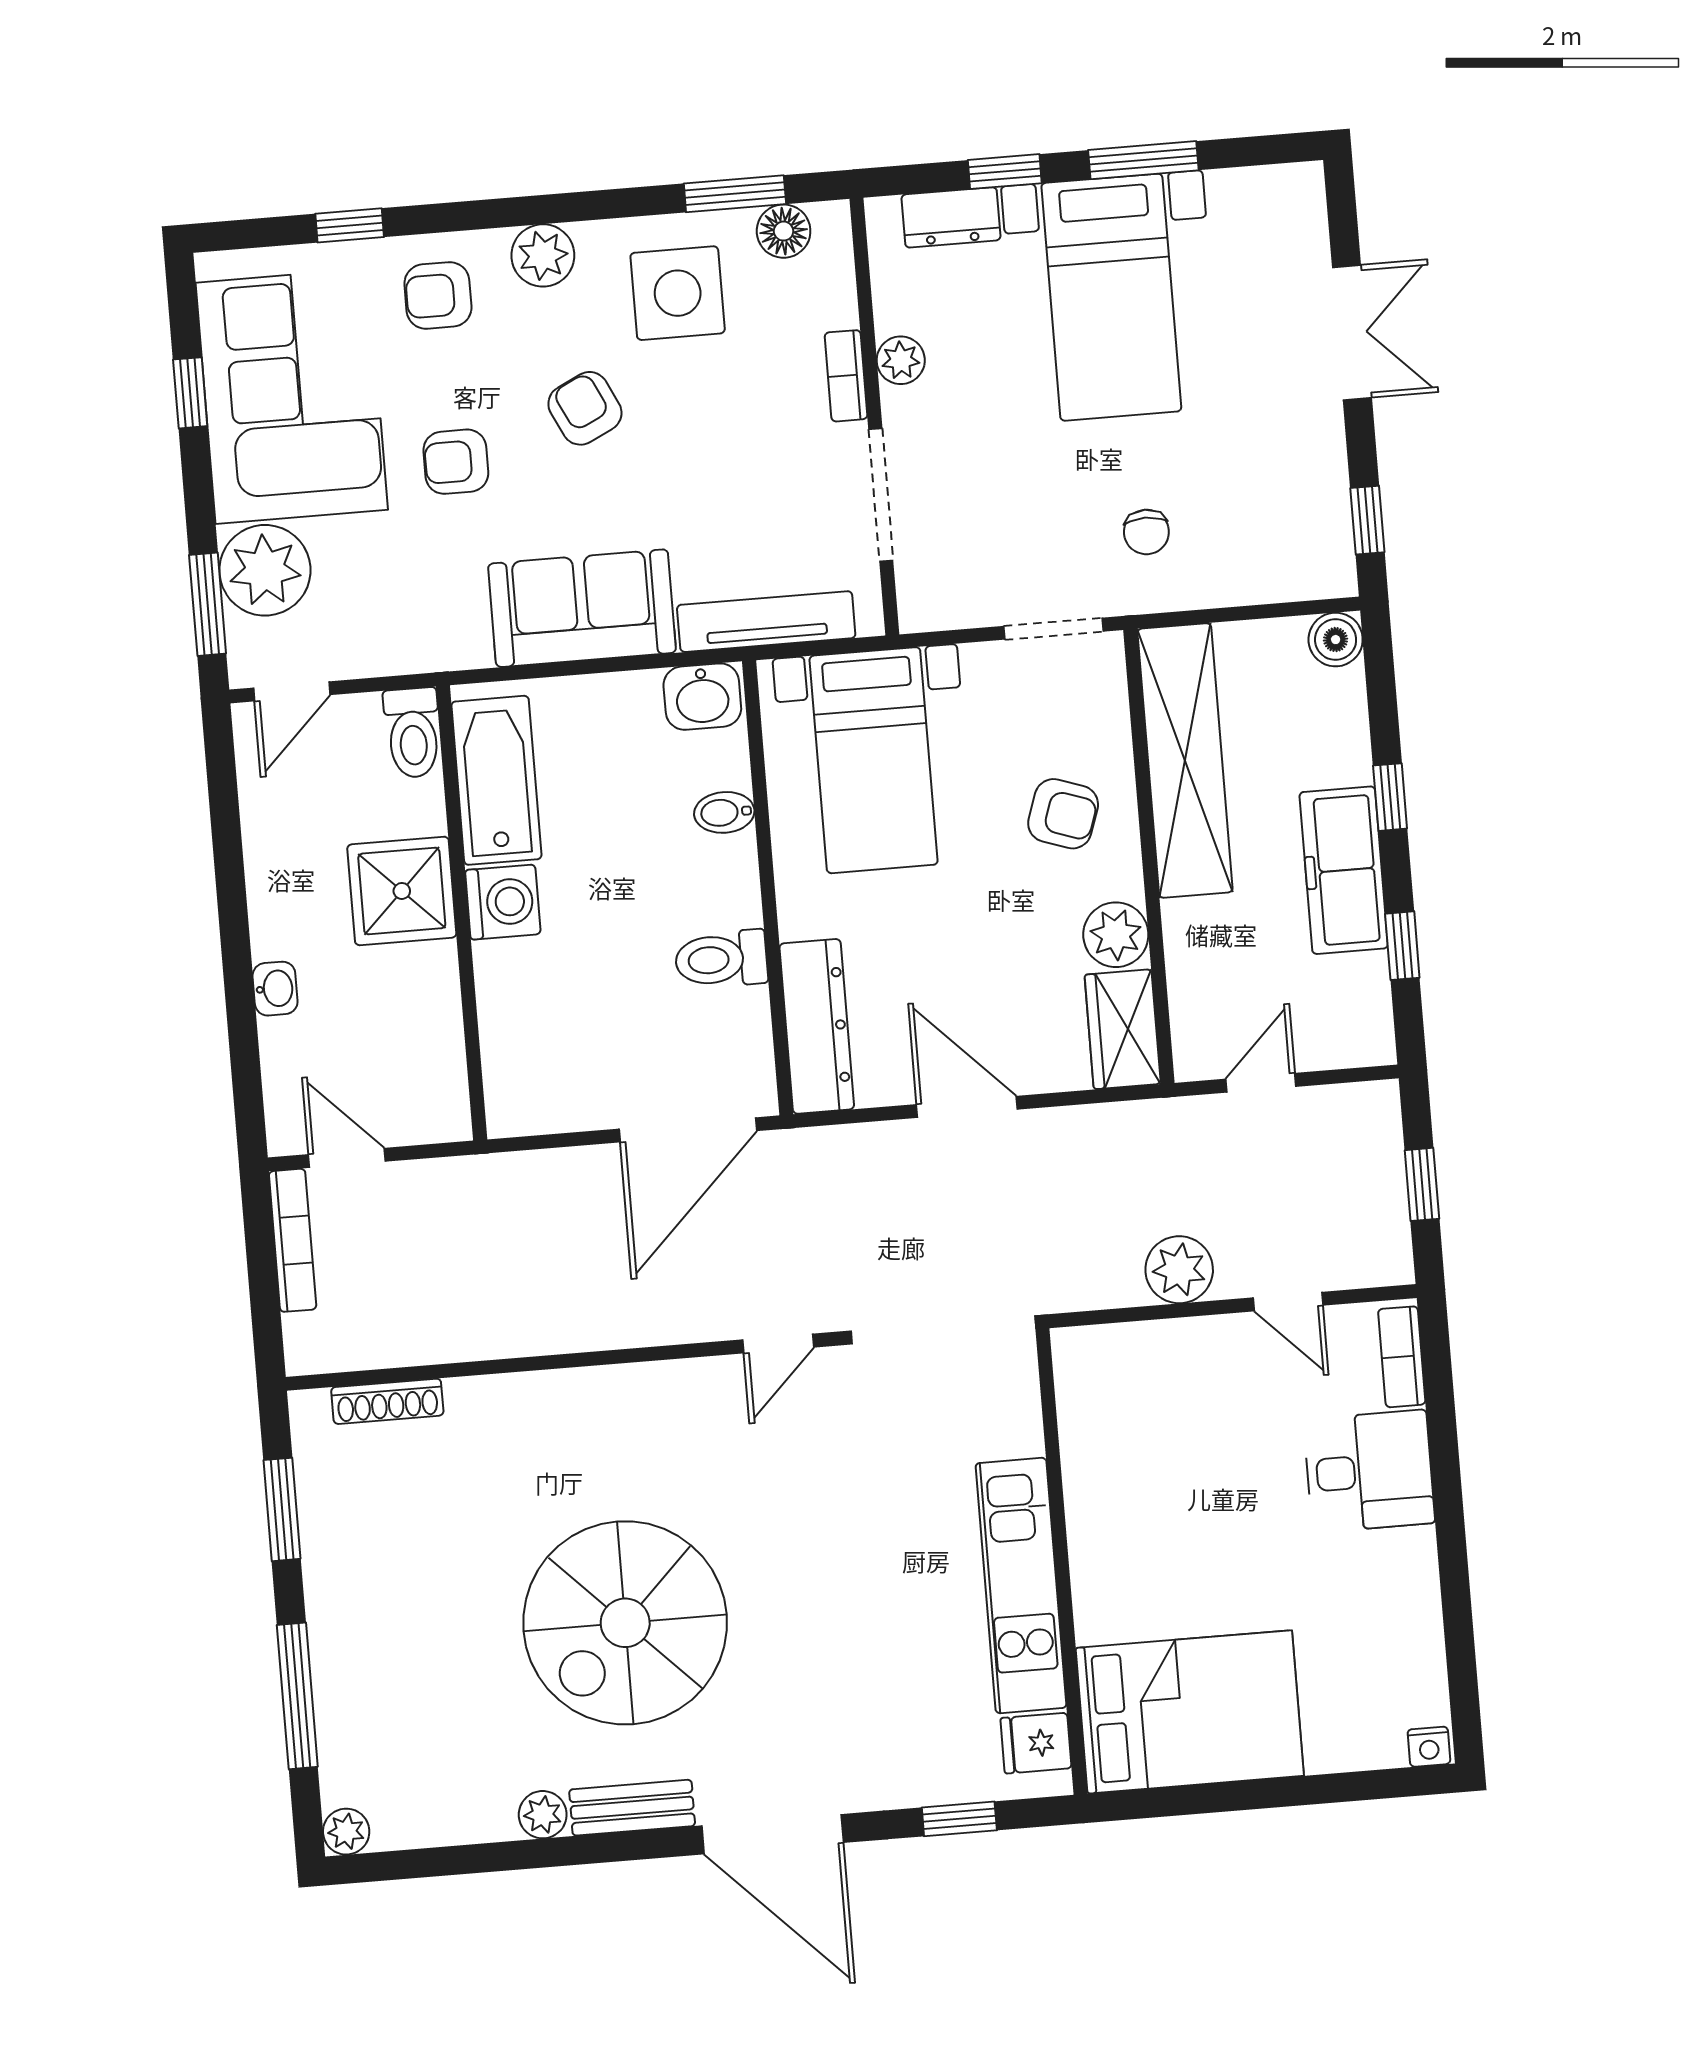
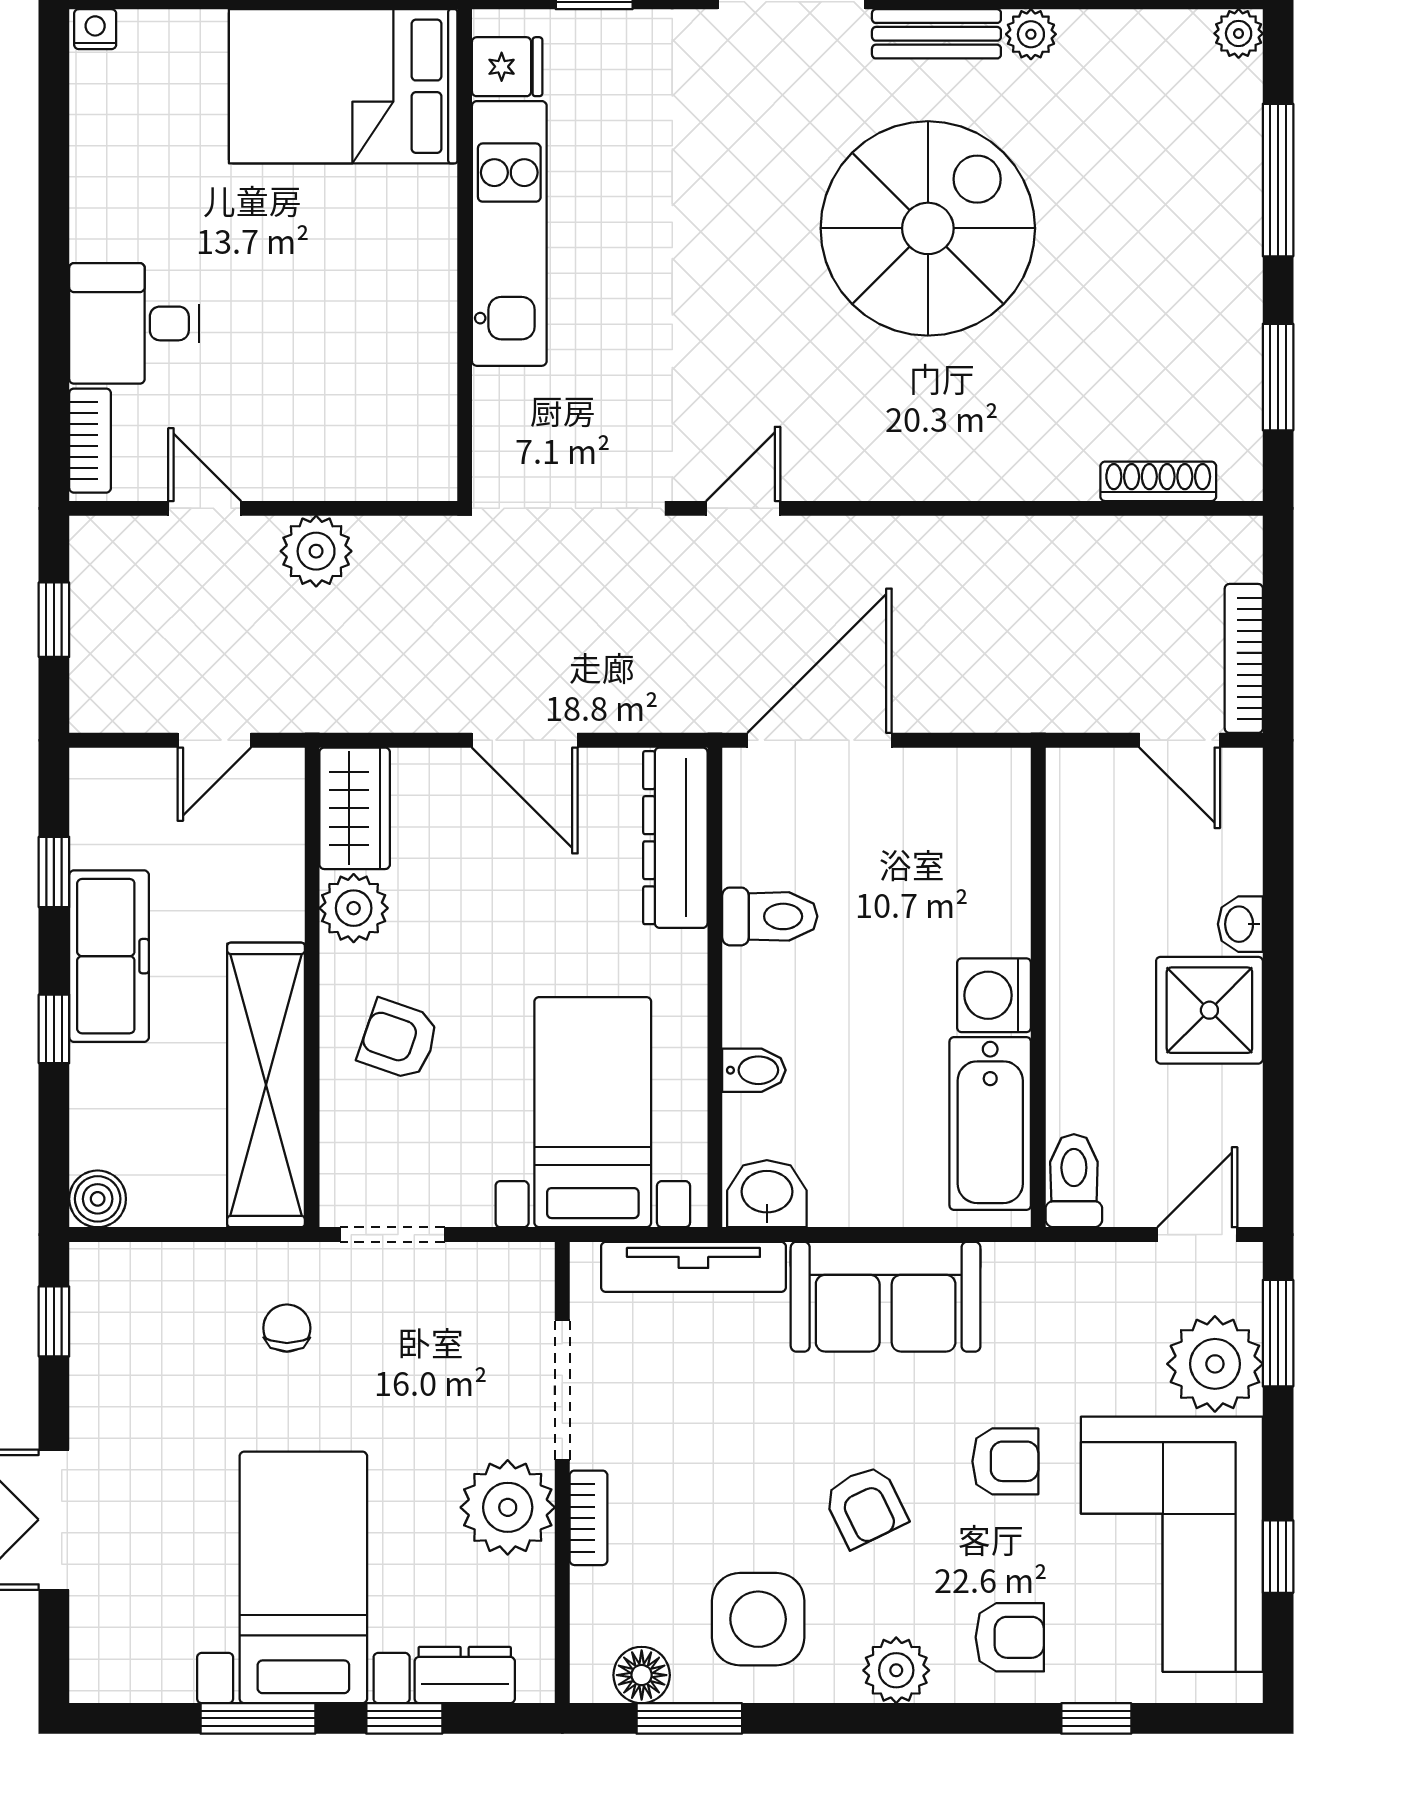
plant: (901, 360) -> (508, 1507), width x1.88, depth x1.88
shower: (402, 891) -> (1209, 1010), moved

